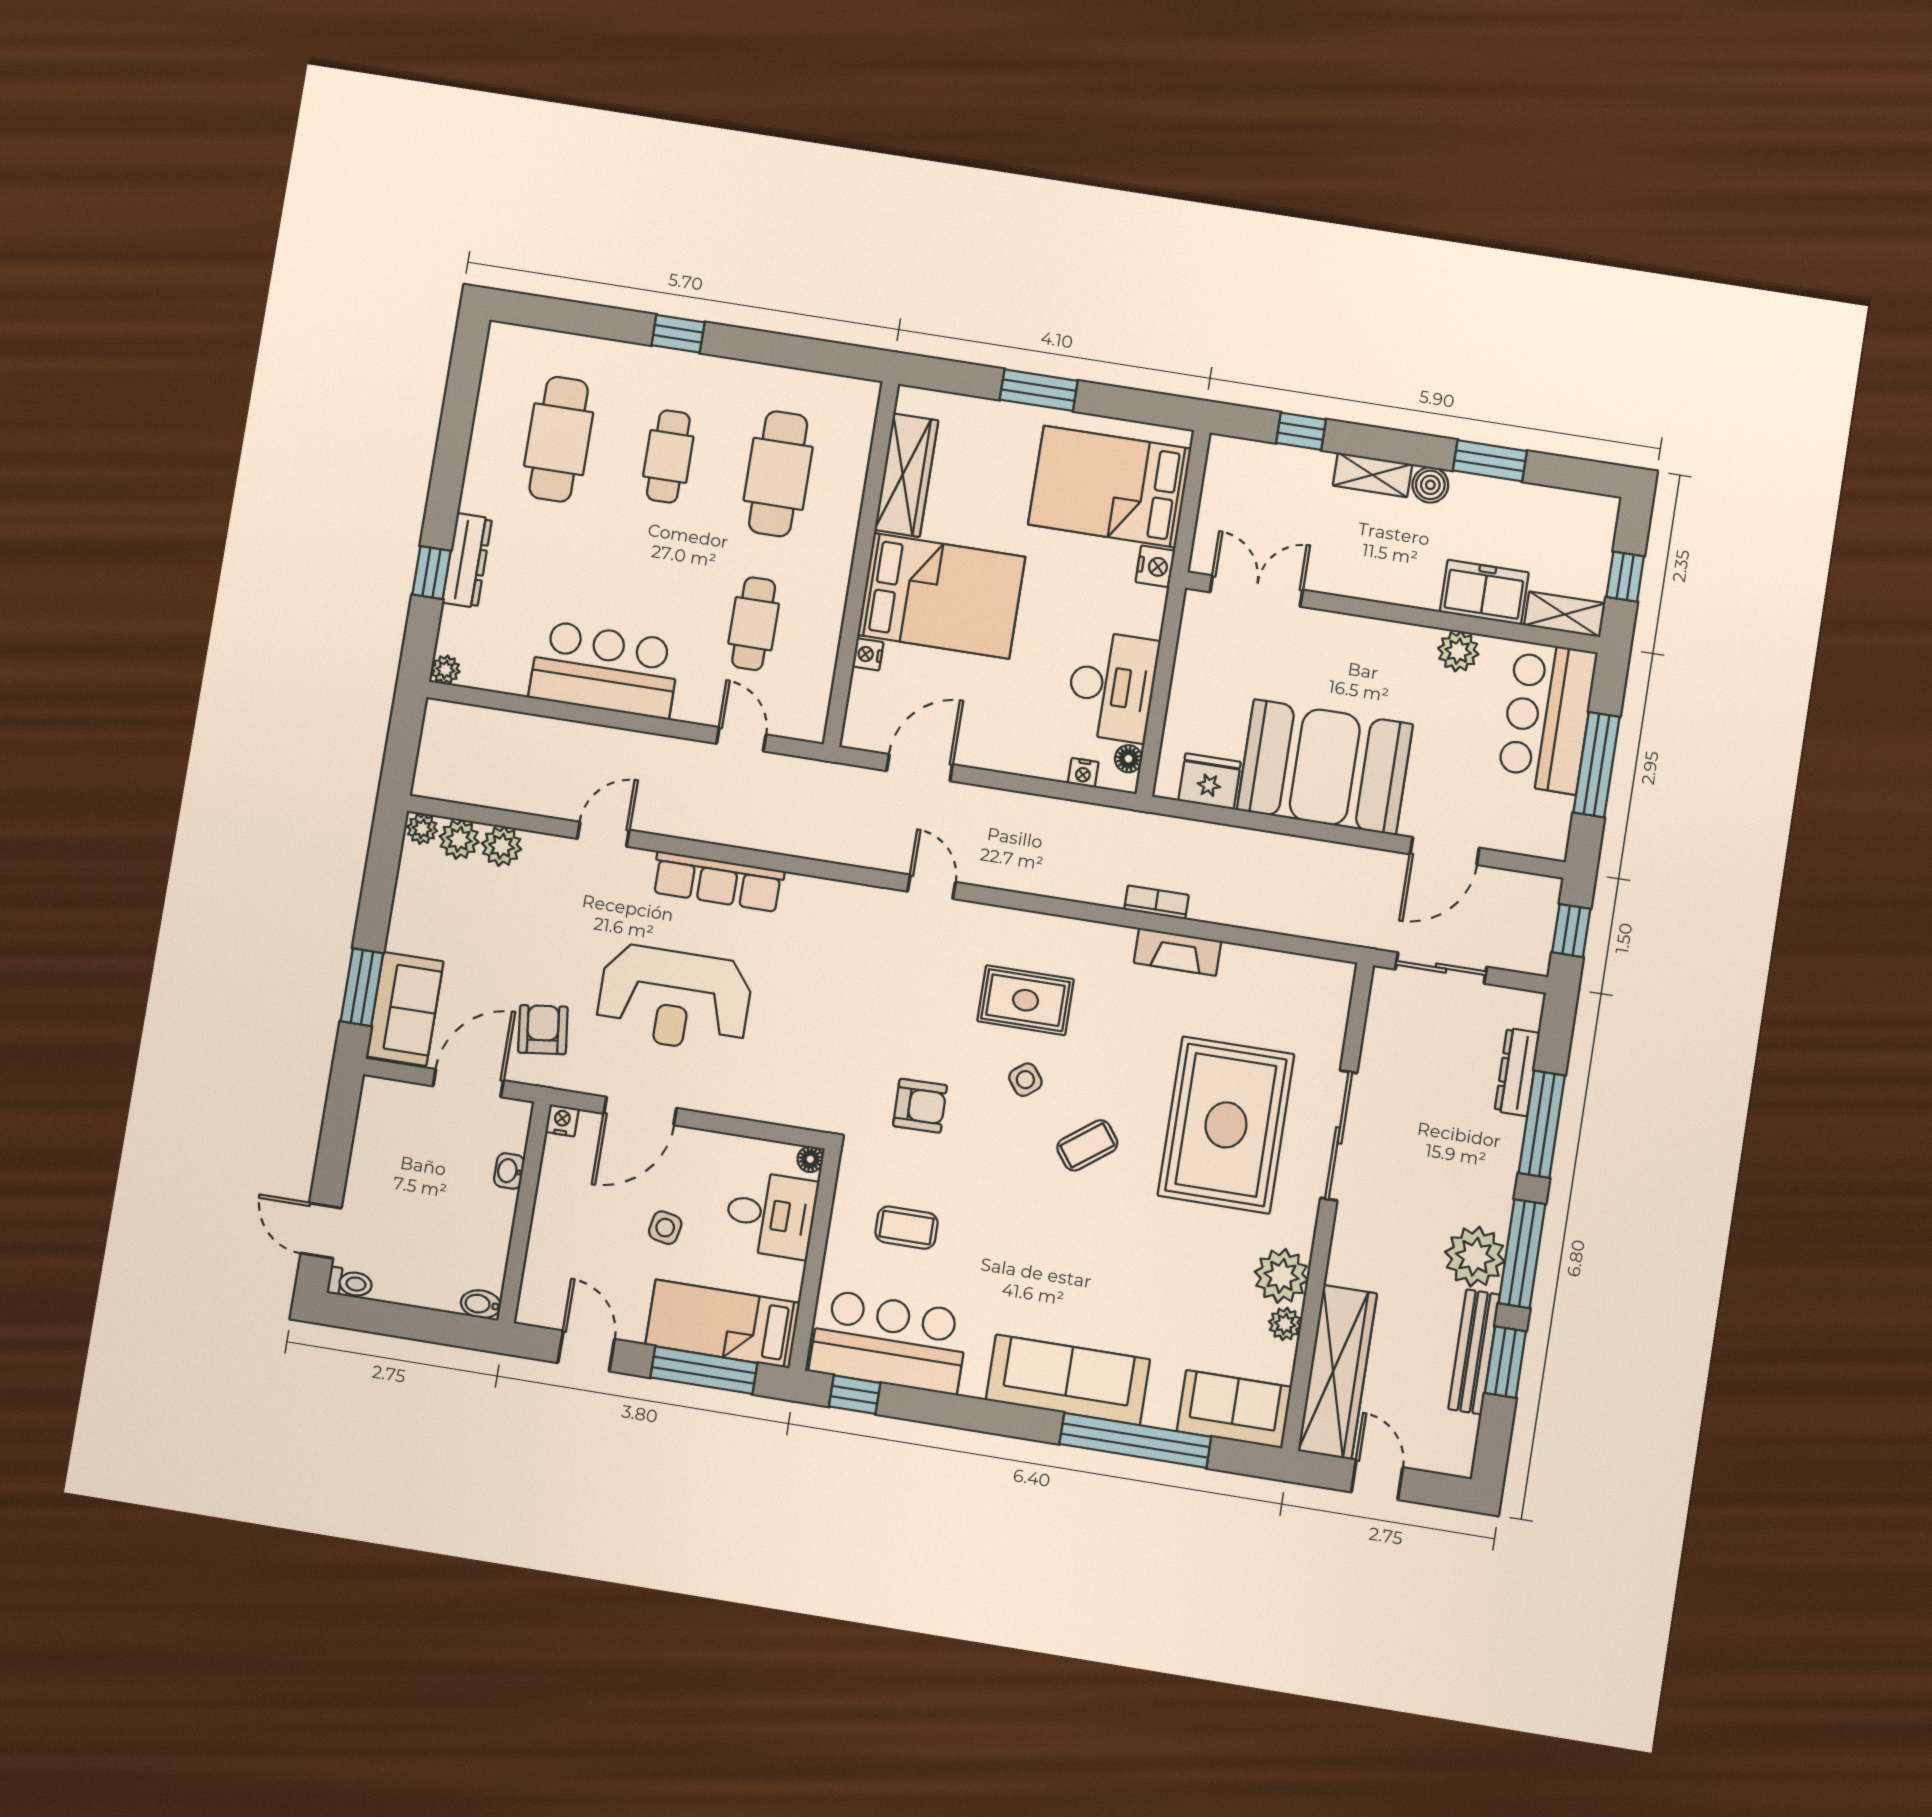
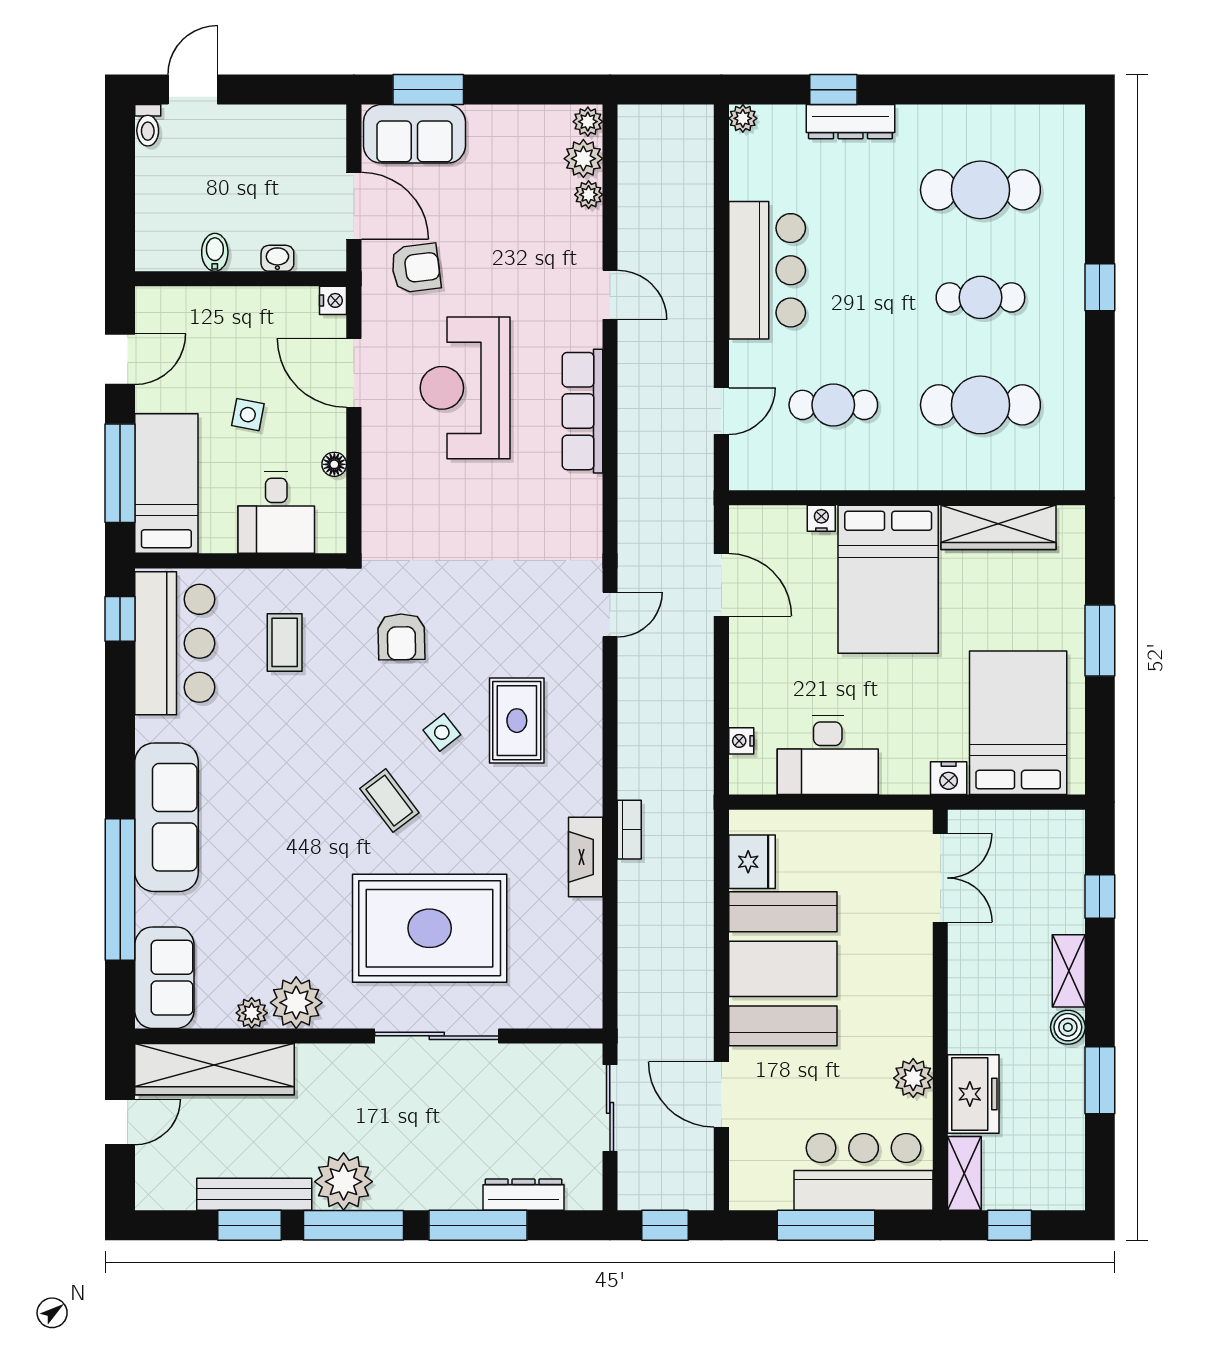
floor lamp: (1128, 759) -> (761, 782), removed
plant: (502, 846) -> (589, 195), width x0.73, depth x0.73
floor lamp: (810, 1159) -> (334, 464), moved
bidet: (481, 1304) -> (215, 252), moved

